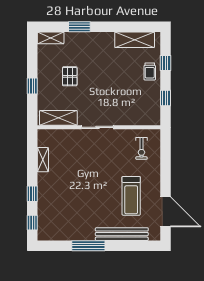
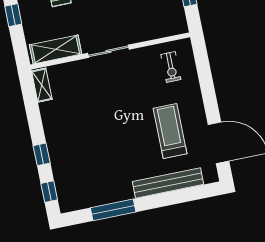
shelving: (43, 160) -> (42, 85), moved
treadmill: (131, 196) -> (170, 131), turned 180
window: (88, 246) -> (113, 210), moved

